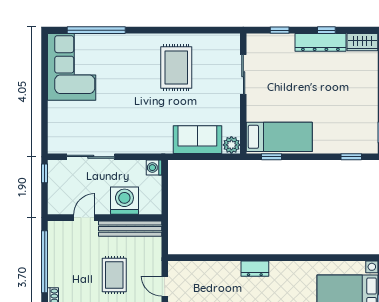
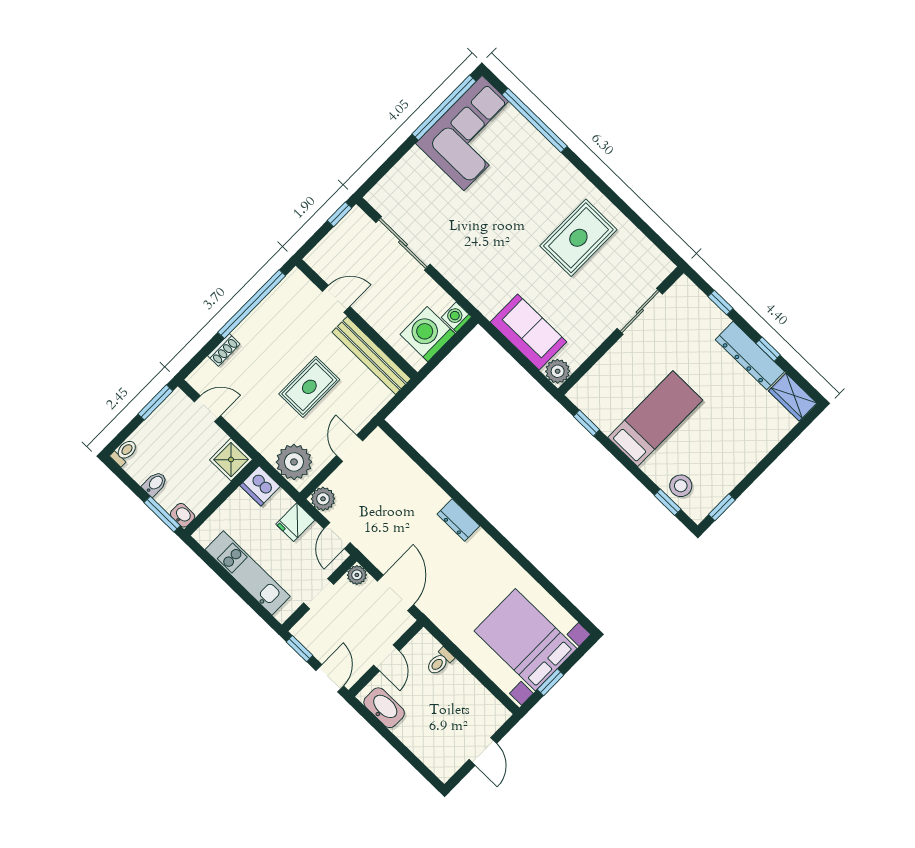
window: (45, 68) -> (444, 108), added
bed: (279, 137) -> (655, 419), moved, turned -90
stool: (350, 142) -> (681, 486), added
washing machine: (124, 201) -> (428, 334), moved, turned -90

